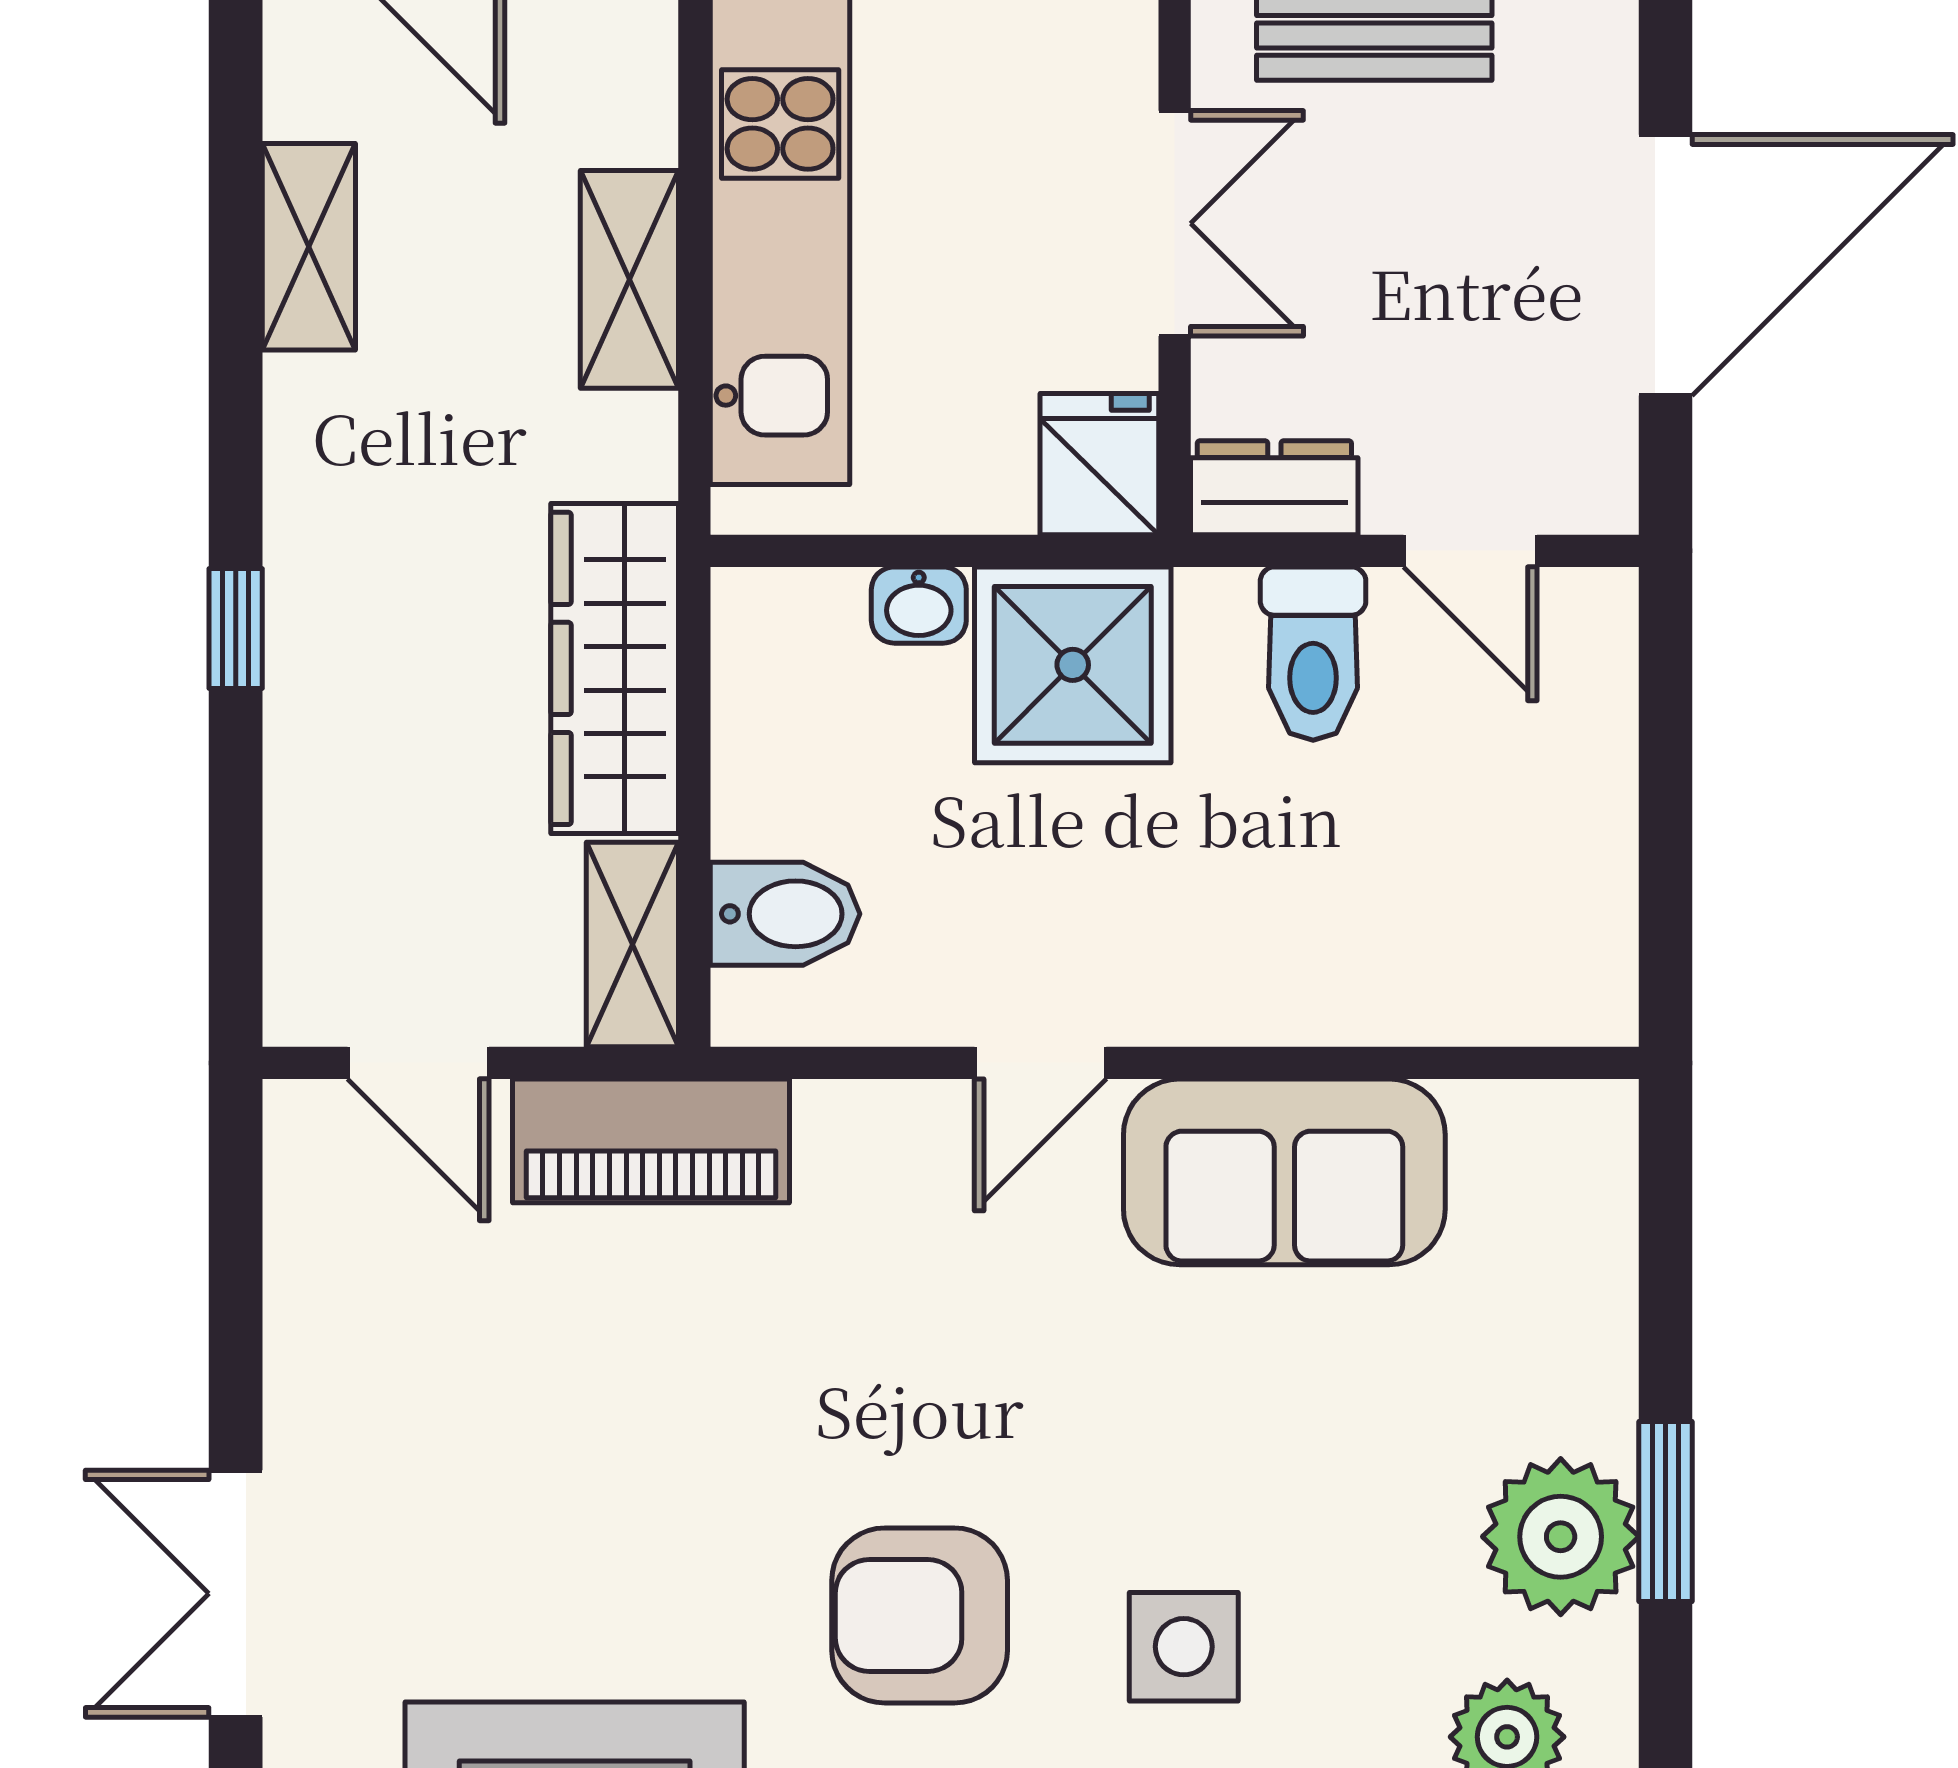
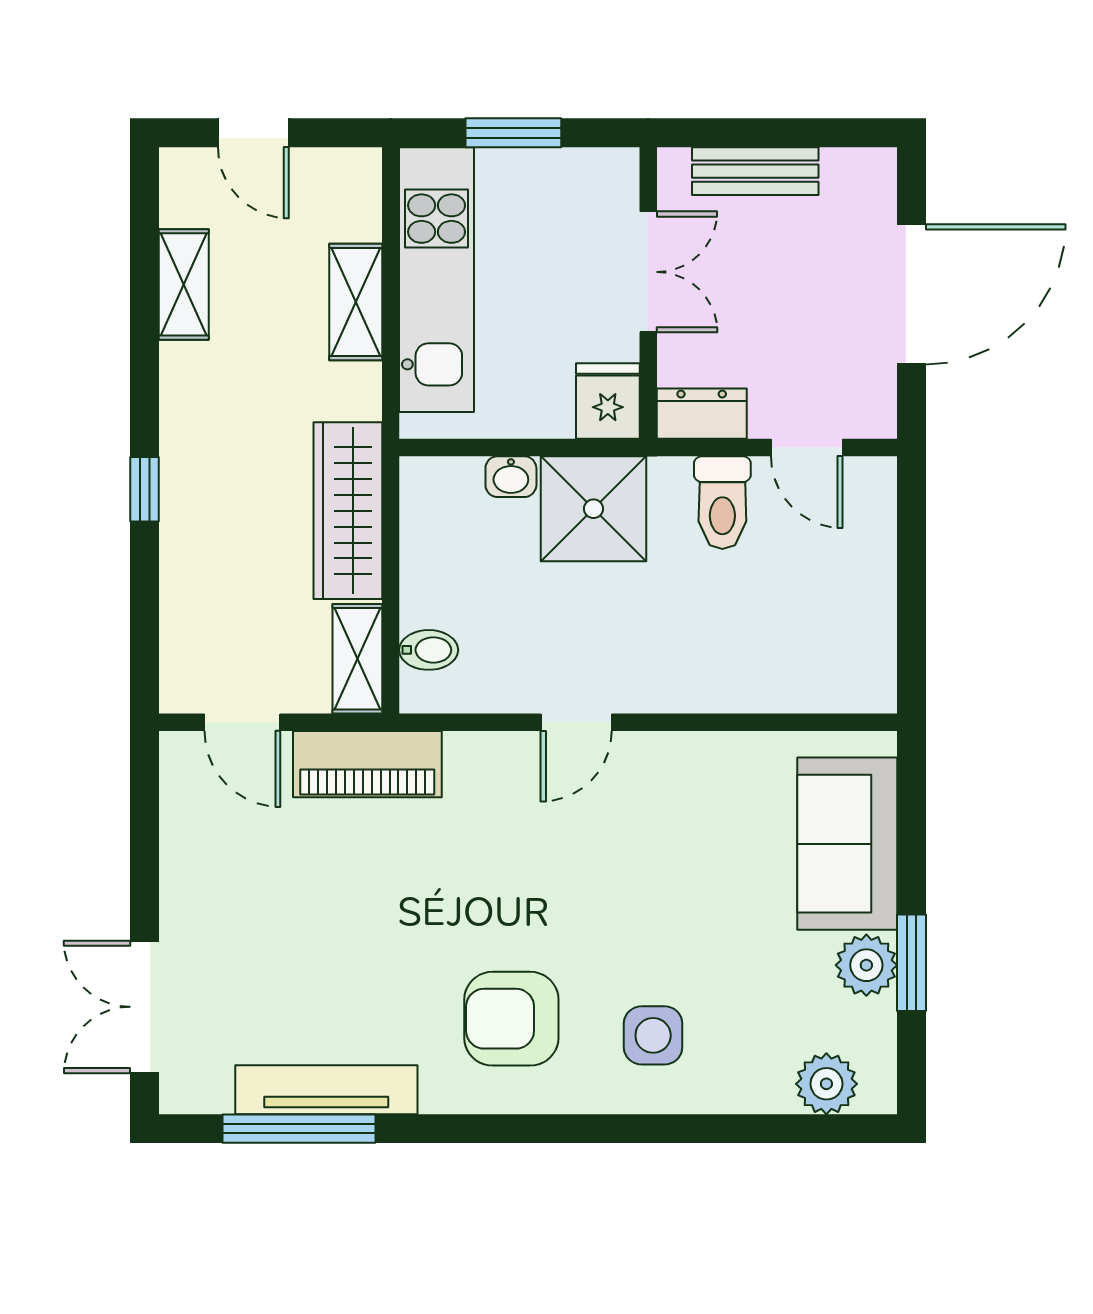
bidet: (785, 914) -> (429, 650), width x0.72, depth x0.74
sofa: (1284, 1172) -> (847, 844), moved, turned 90
plant: (1561, 1537) -> (866, 965), width x0.73, depth x0.73

